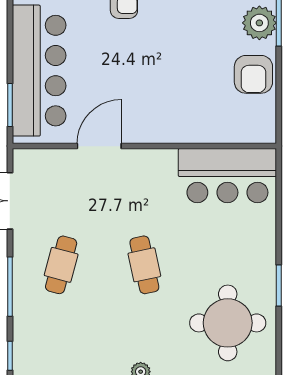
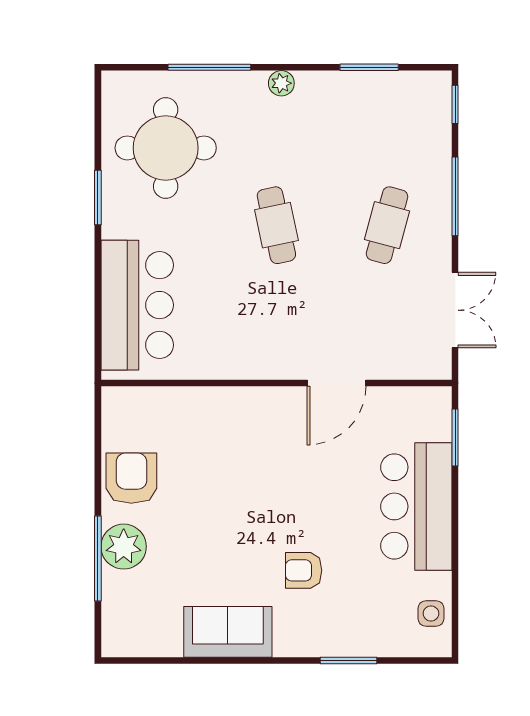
bar counter: (39, 71) -> (416, 506), width x0.73
bar counter: (227, 176) -> (137, 305), moved, turned 90

